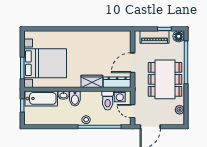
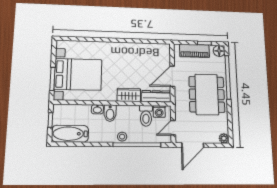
bathtub: (41, 98) -> (70, 134), moved, turned 180
plant: (180, 110) -> (224, 138), moved
door: (133, 111) -> (173, 128), hinge flipped

